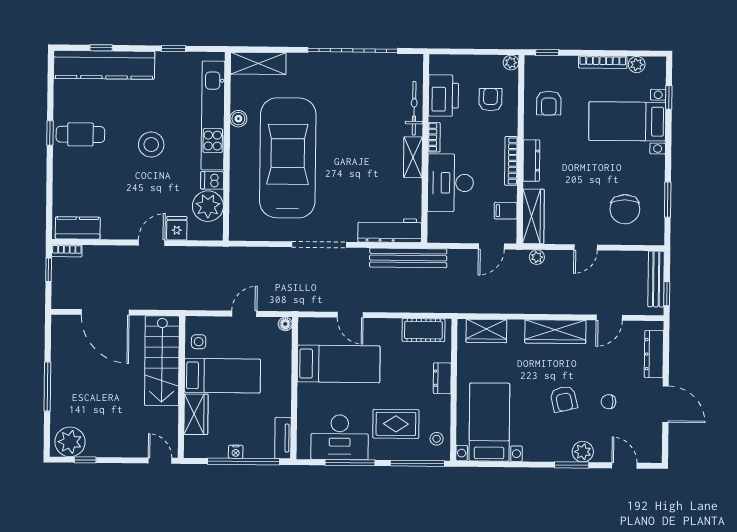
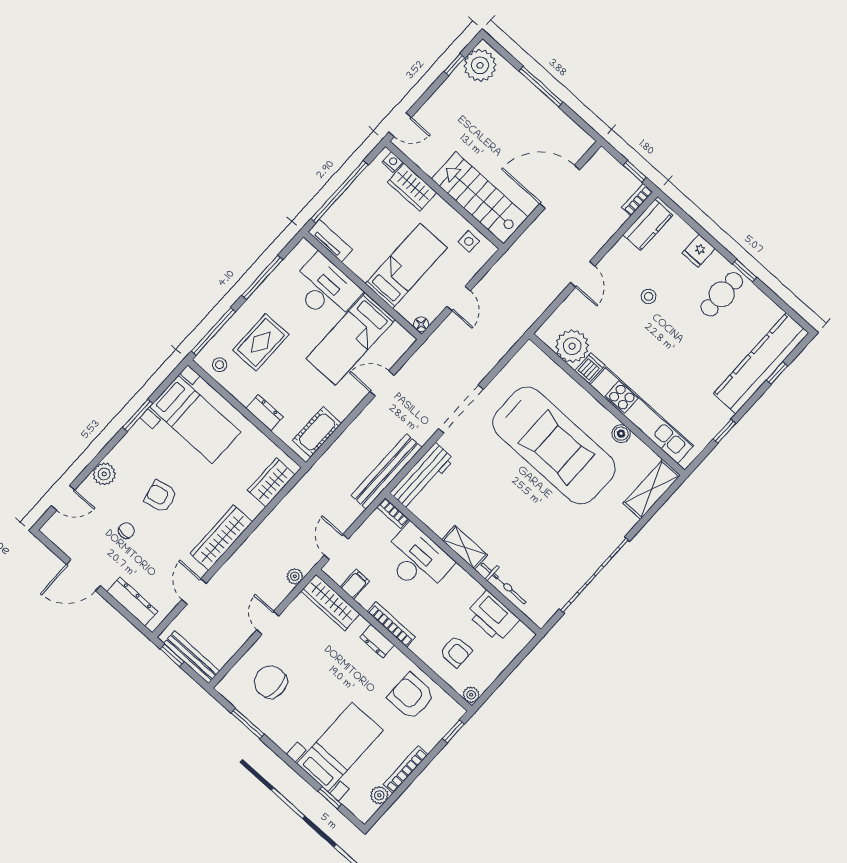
armchair: (549, 103) -> (411, 696), width x1.38, depth x1.38
bookcase: (434, 137) -> (393, 513), moved
stool: (151, 145) -> (649, 296), moved, width x0.53, depth x0.53
dresser: (531, 161) -> (377, 641), width x0.70
fridge: (177, 228) -> (699, 251), moved, turned 90
bed: (222, 376) -> (406, 266), moved, turned 180
desk: (340, 437) -> (325, 289), moved, turned 90
nightstand: (236, 452) -> (392, 162), moved, turned 90
window: (572, 465) -> (138, 415), moved

